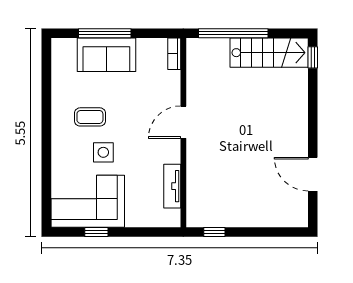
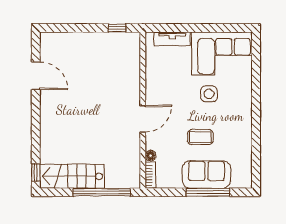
floor lamp: (174, 78) -> (151, 156), added
coffee table: (90, 117) -> (200, 137), moved
tv unit: (172, 186) -> (172, 39), moved, turned 90
window: (96, 232) -> (215, 28), removed

